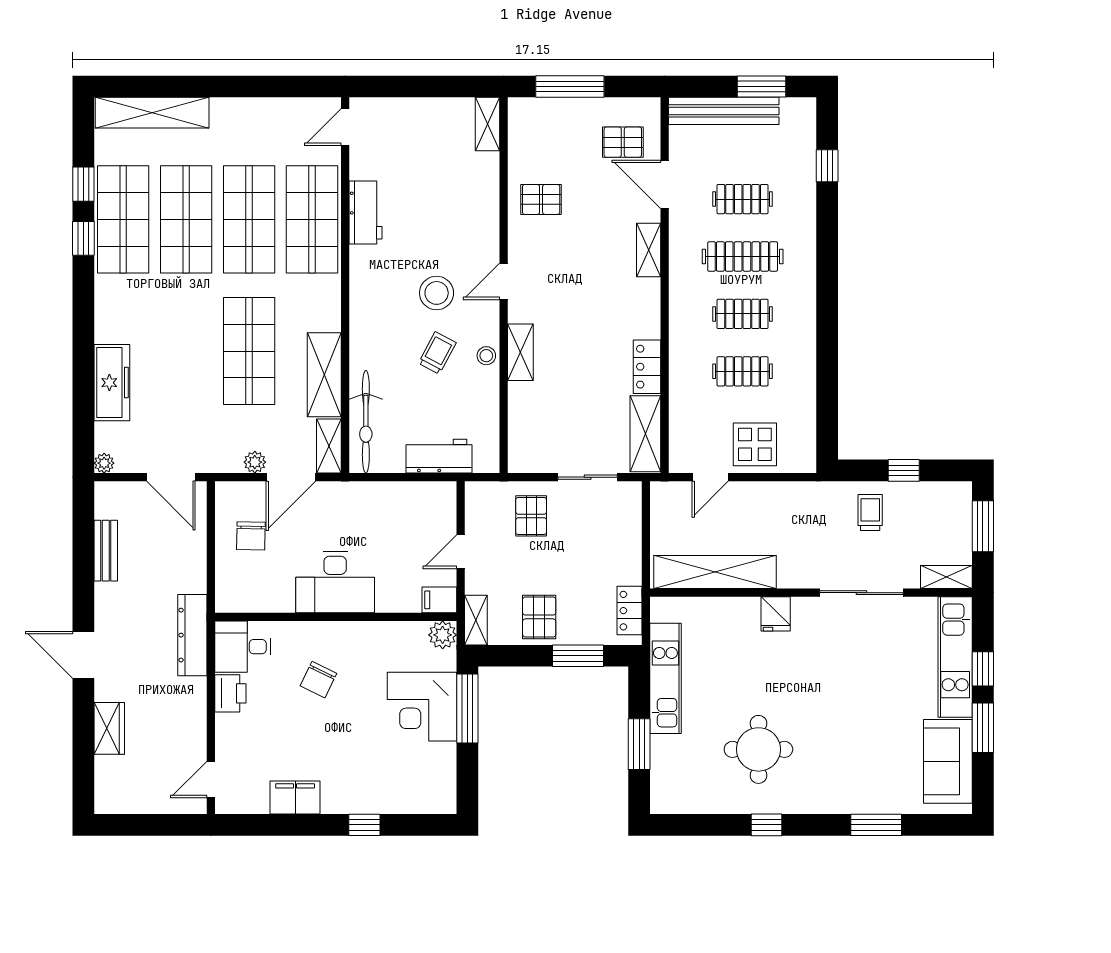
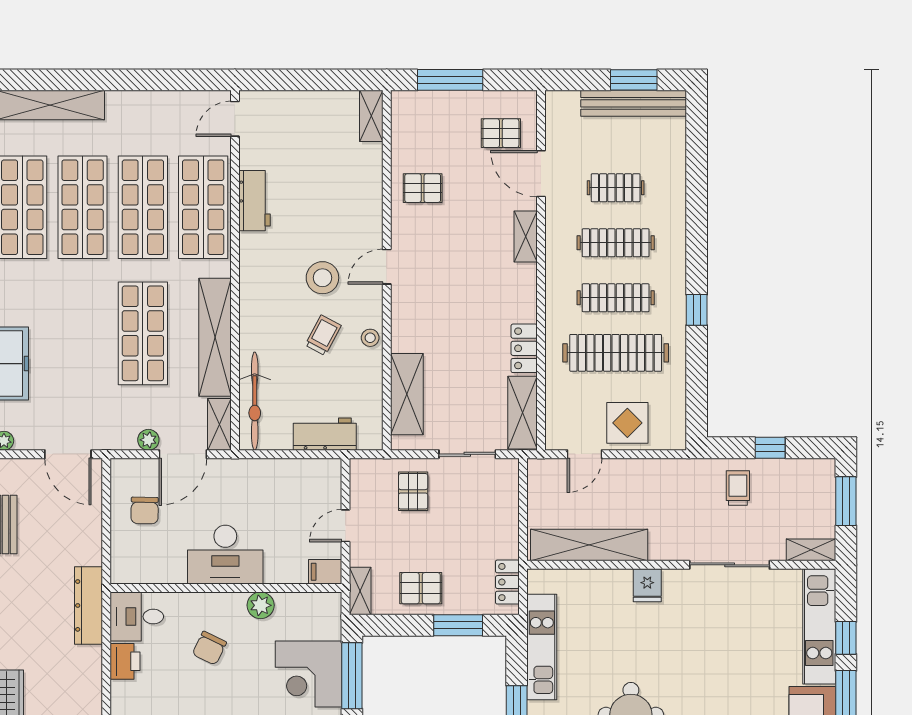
bench: (724, 111) -> (634, 103), moved
window: (827, 166) -> (697, 310), moved
clothes rail: (743, 314) -> (616, 298), width x1.36
shelving: (520, 352) -> (407, 394), moved, width x1.50, depth x1.33
clothes rail: (743, 371) -> (616, 353), width x1.86, depth x1.31
shelving: (324, 375) -> (215, 337), width x1.47
pallet: (539, 617) -> (421, 588), turned 90
plant: (443, 635) -> (261, 605), moved

